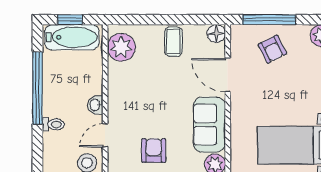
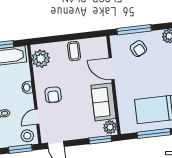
floor lamp: (216, 34) -> (101, 43), removed
washbasin: (95, 105) -> (27, 87), moved
armchair: (154, 151) -> (53, 95), moved, turned 180

